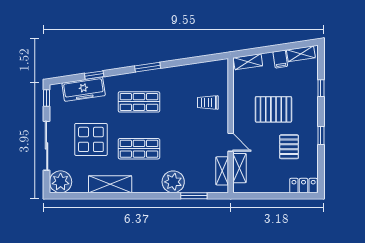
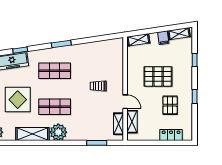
trolley: (208, 103) -> (98, 86), moved
plant: (173, 182) -> (58, 132), moved
locker: (304, 186) -> (171, 135), moved

